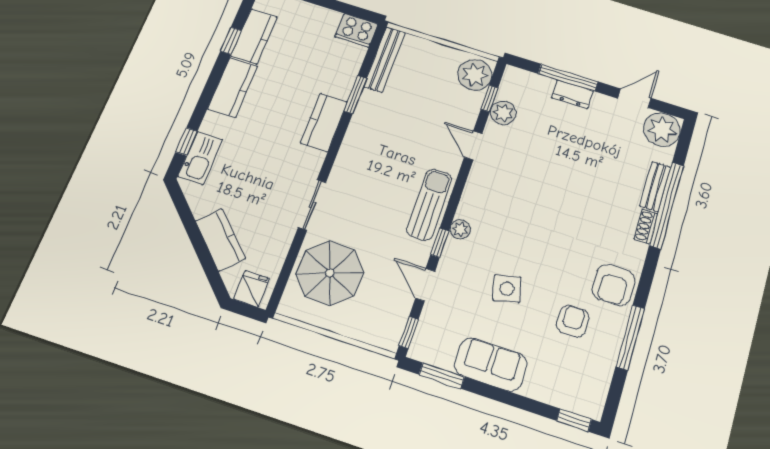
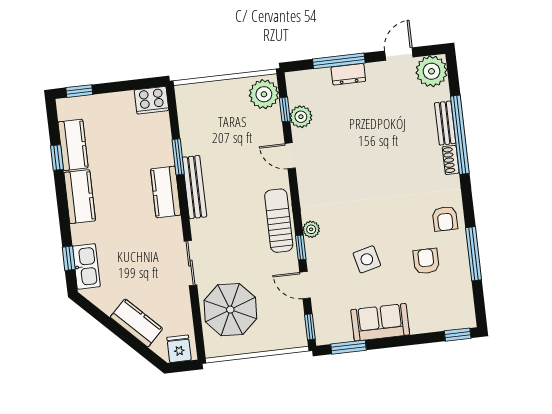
bench: (384, 59) -> (194, 187), moved
armchair: (614, 285) -> (445, 219), width x0.72, depth x0.72

